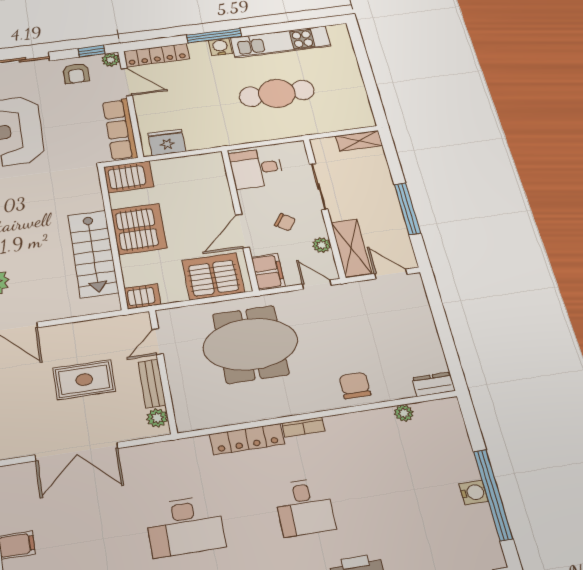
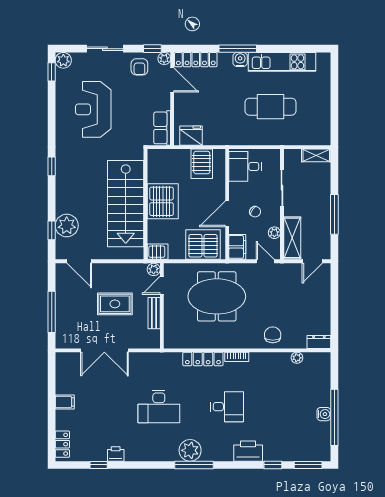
row of seats: (120, 129) -> (162, 128), width x0.68
server rack: (129, 177) -> (202, 164), moved, turned 90
stairs: (93, 254) -> (126, 204), width x1.36, depth x1.51
door: (391, 274) -> (312, 261), swing flipped
plant: (157, 418) -> (154, 269), moved
desk: (305, 507) -> (227, 407), turned -90

